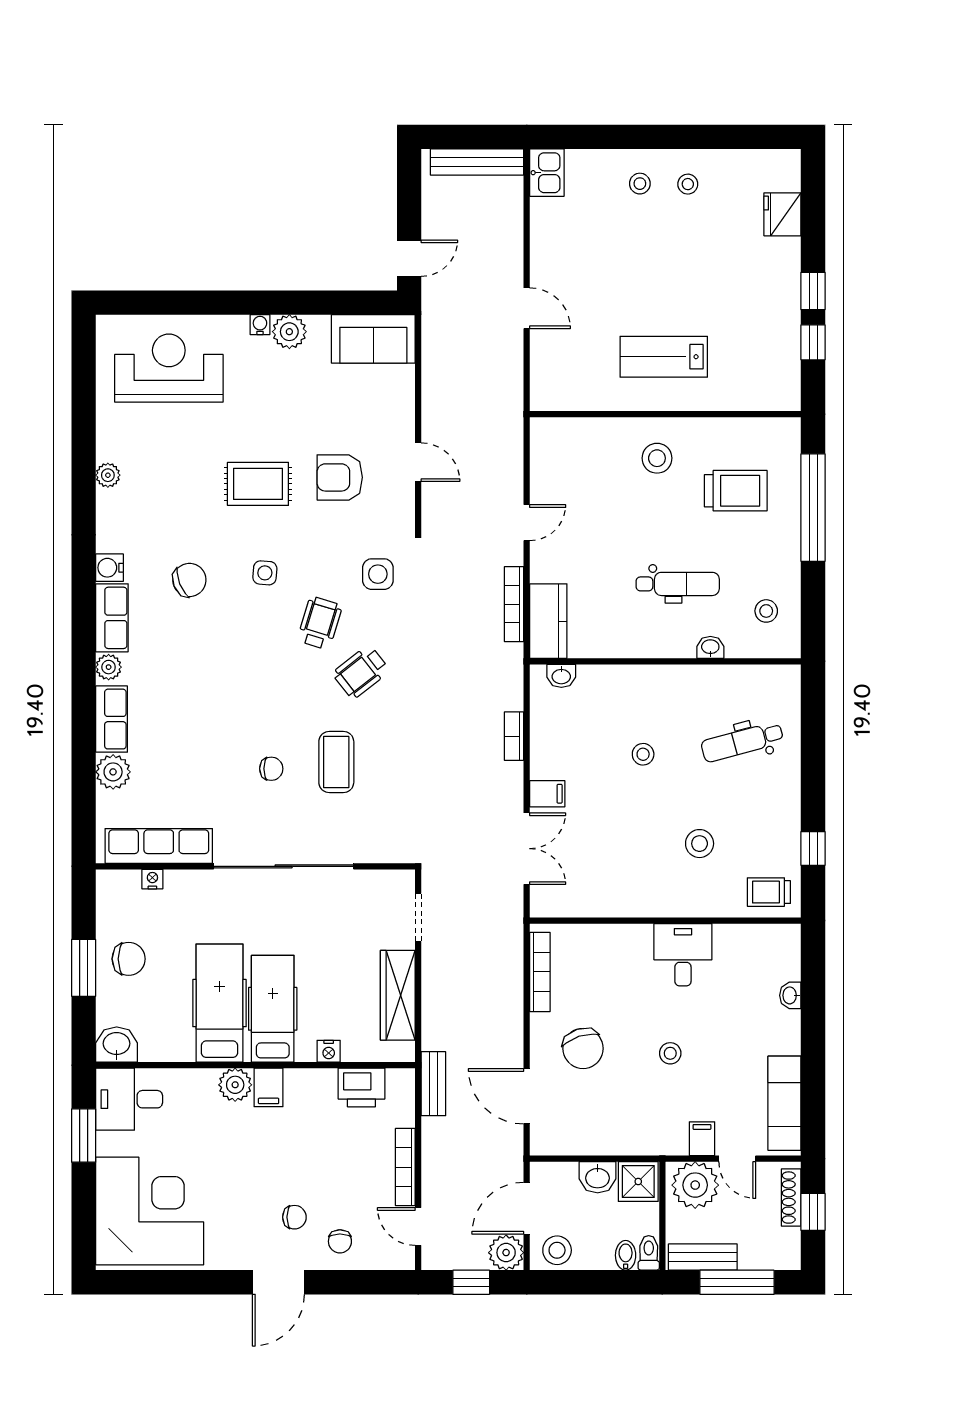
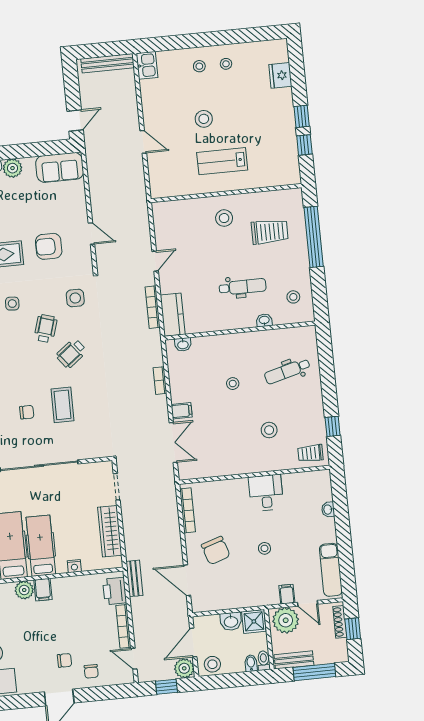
stool: (638, 278) -> (204, 119), added
printer: (361, 1087) -> (115, 591), moved, turned 90

